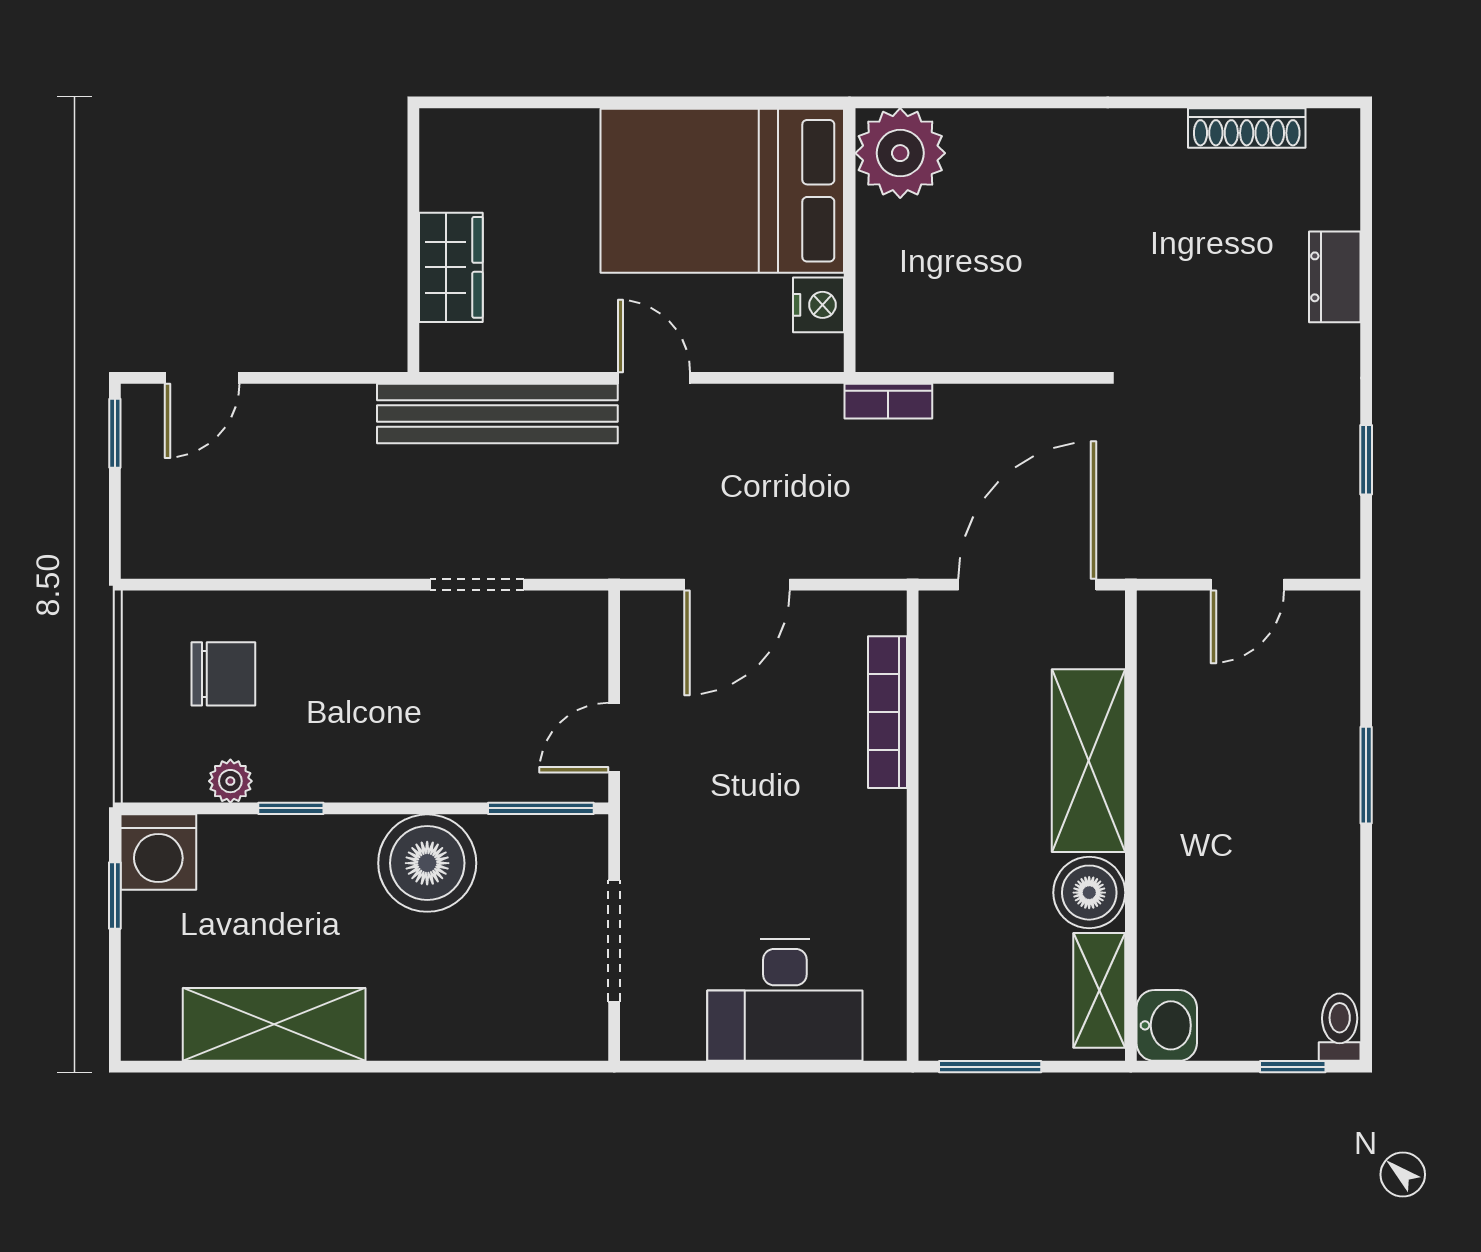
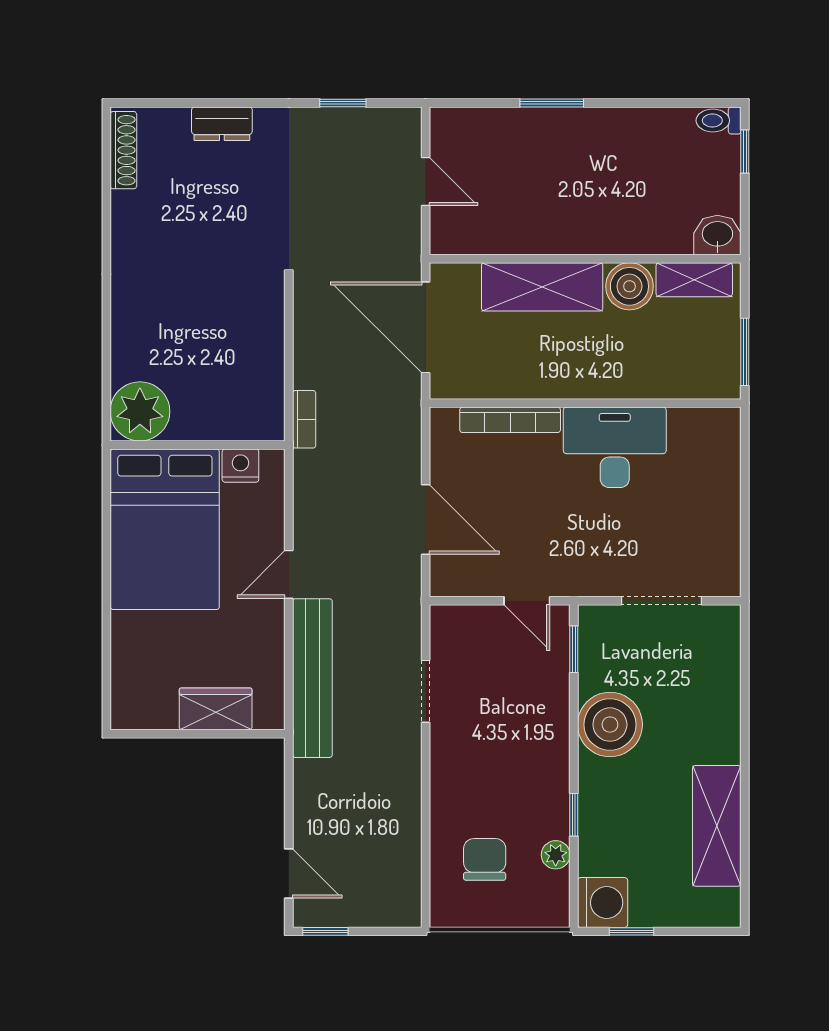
shoe rack: (1247, 128) -> (123, 150), moved
window: (541, 808) -> (574, 649), width x0.67
desk: (785, 1000) -> (615, 447), moved, turned -90

